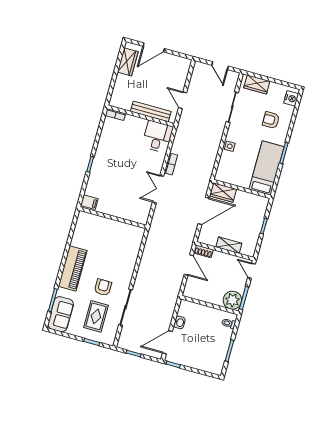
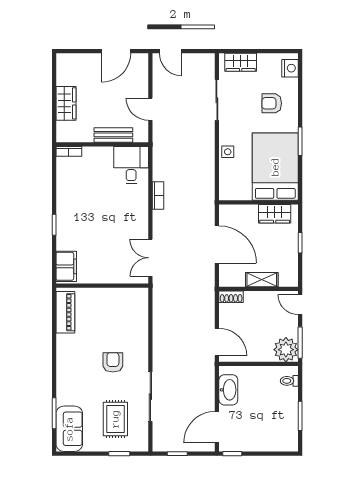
door: (154, 47) -> (116, 51), moved
wardrobe: (128, 62) -> (66, 103), moved
door: (220, 66) -> (171, 51), moved
bench: (151, 111) -> (113, 135), width x0.73
bed: (267, 168) -> (275, 167), width x1.50
double door: (158, 189) -> (150, 258), moved
wardrobe: (223, 192) -> (275, 214), moved
filing cabinet: (89, 202) -> (66, 266), width x2.00
door: (204, 211) -> (217, 244), hinge flipped
door: (189, 265) -> (217, 342), moved
piano: (73, 268) -> (65, 312), moved, width x0.73, depth x0.75
armchair: (103, 287) -> (113, 362), moved
washbasin: (179, 322) -> (228, 390), width x1.91, depth x1.45

